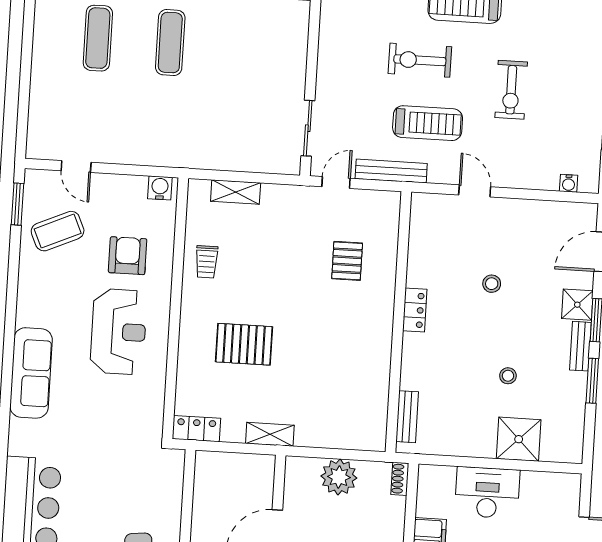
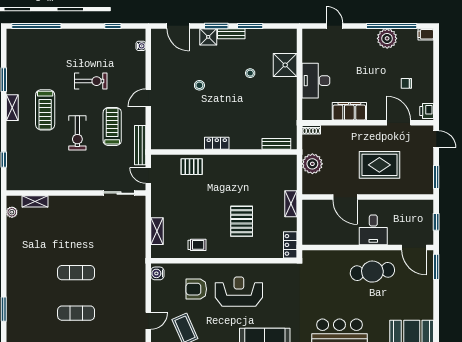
locker: (415, 310) -> (217, 143), moved
wall: (398, 322) -> (224, 152), moved
bench: (407, 417) -> (276, 144), moved

